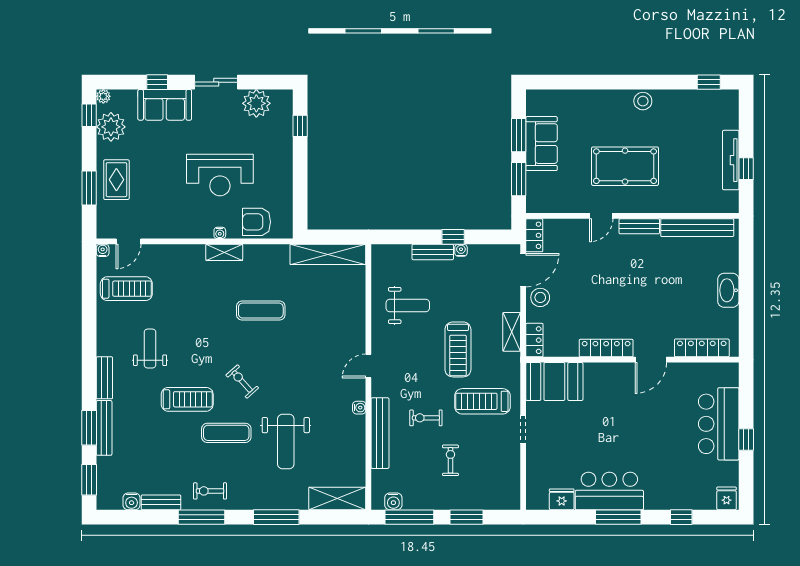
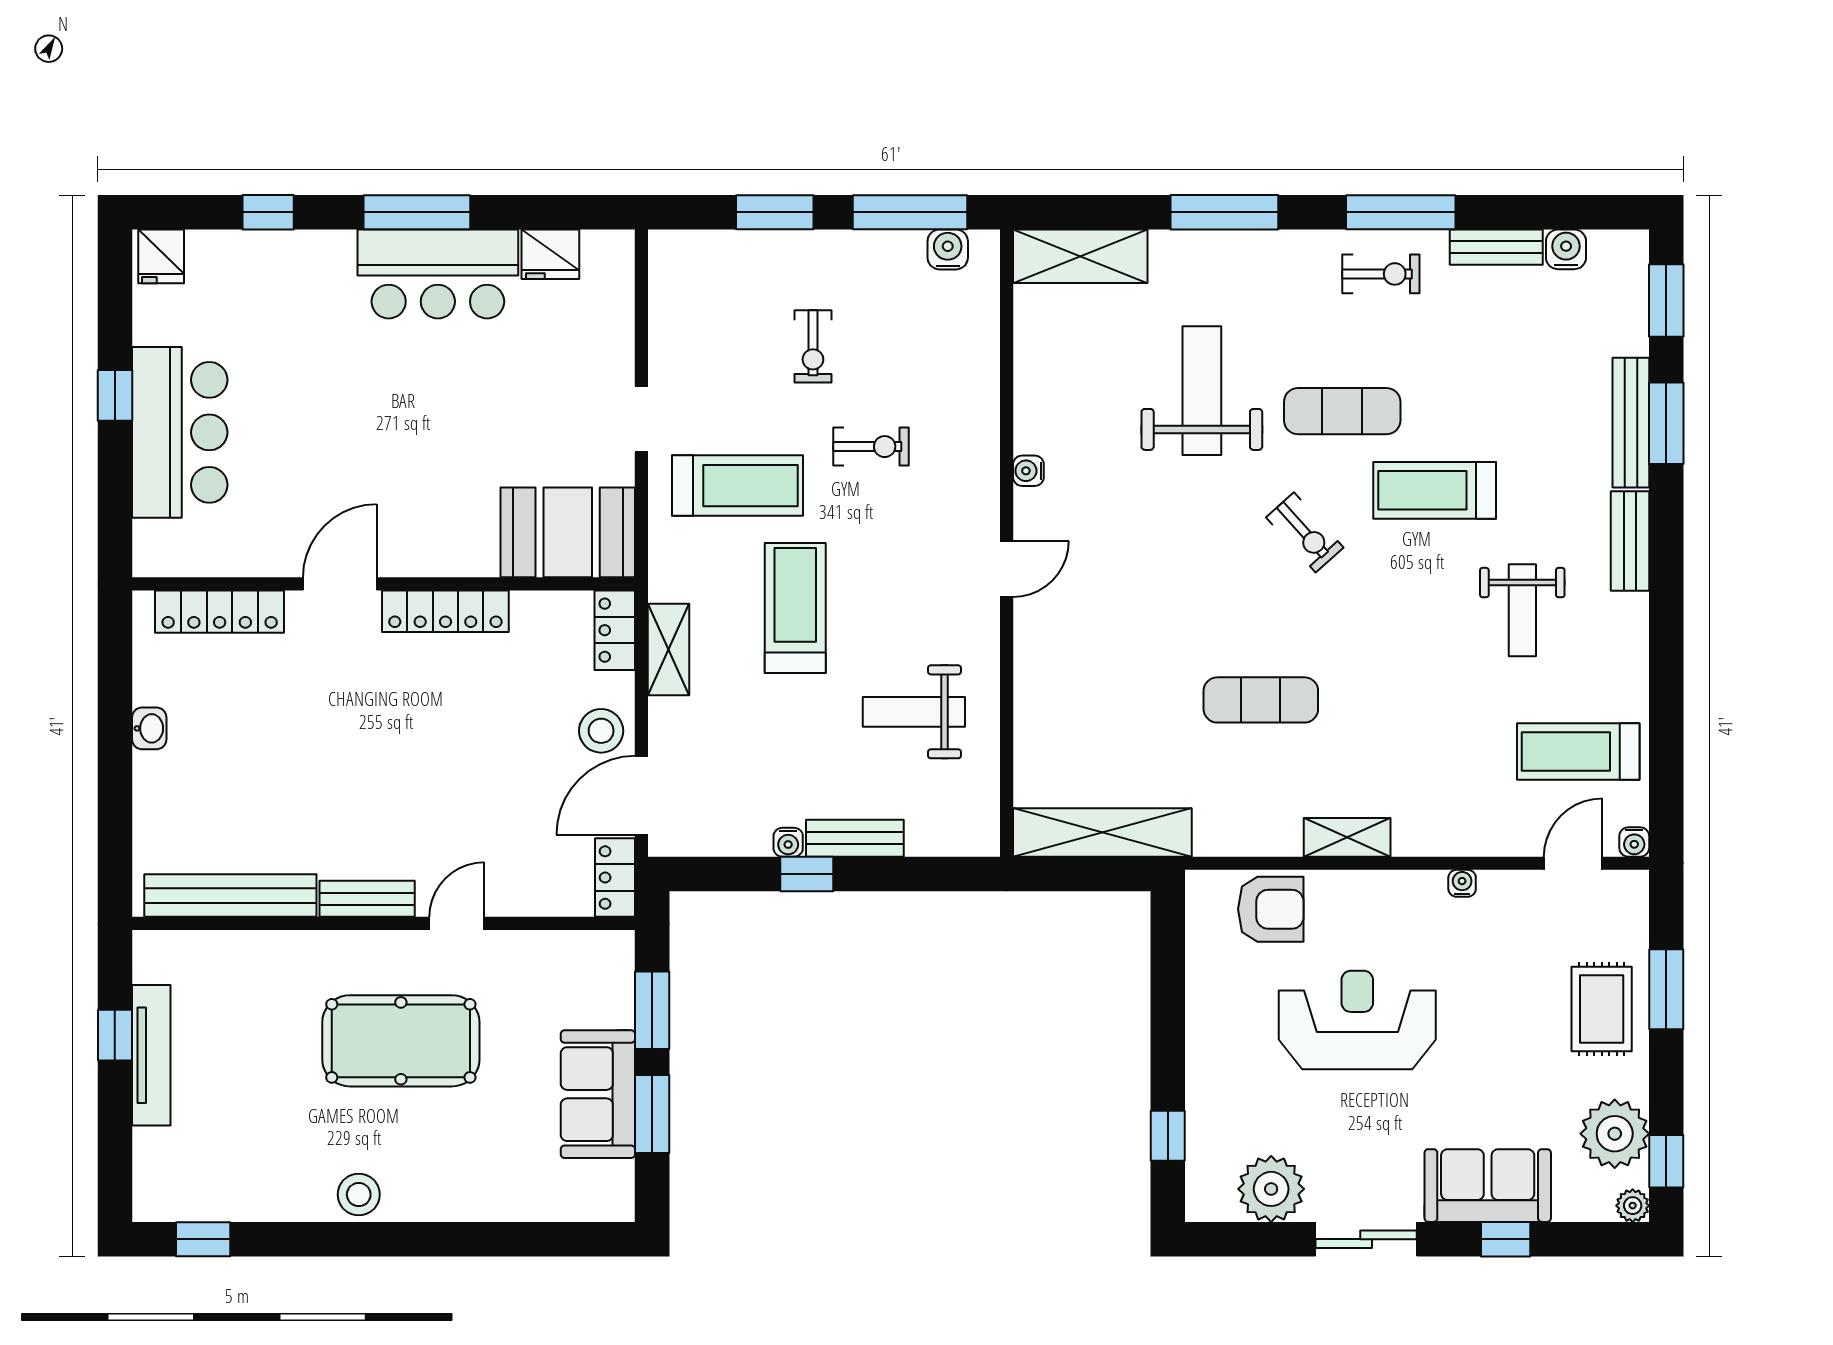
water cooler: (220, 233) -> (1462, 883), moved
washbasin: (728, 290) -> (149, 728), width x0.52, depth x0.69
bench: (380, 433) -> (979, 411), removed

